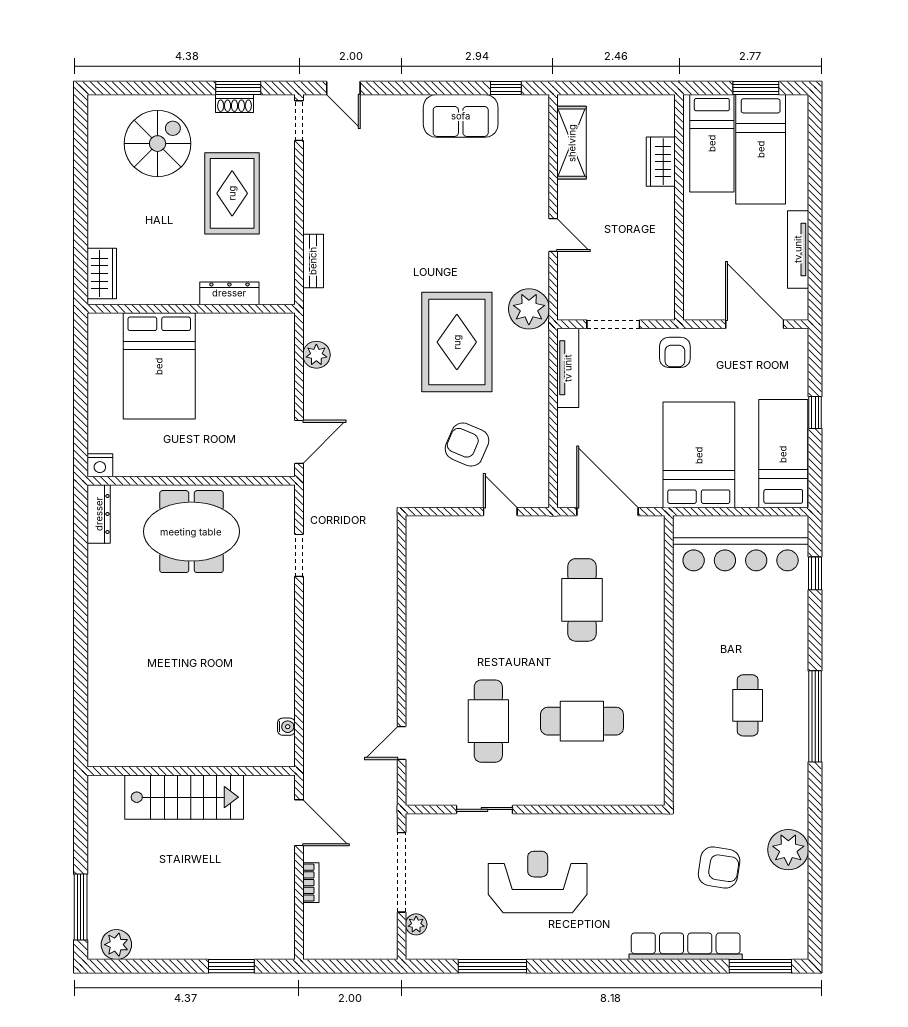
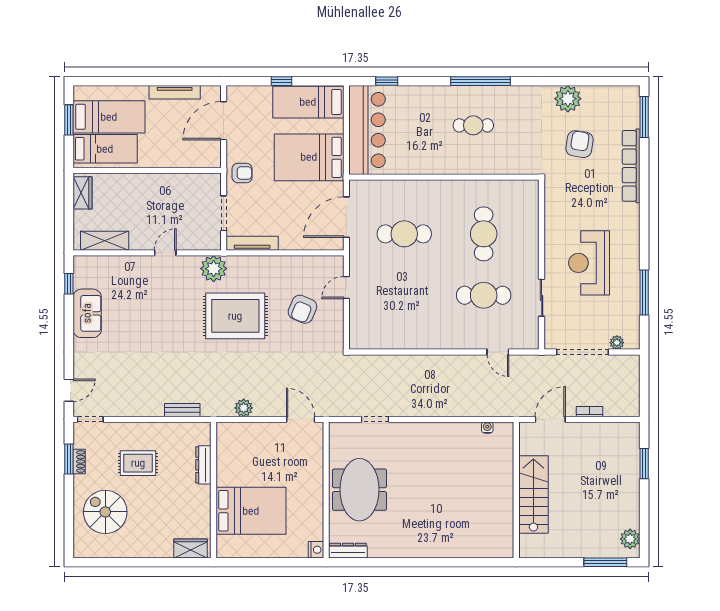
wardrobe: (661, 162) -> (82, 193), moved, turned -90
rug: (232, 193) -> (138, 463), width x0.73, depth x0.70

